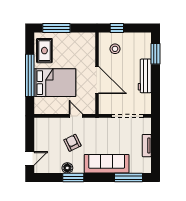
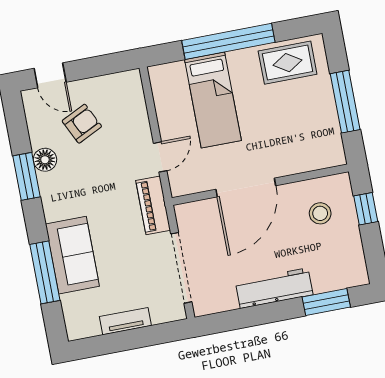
window: (56, 28) -> (345, 102), moved
bed: (55, 83) -> (213, 100), width x0.67
piano: (97, 123) -> (153, 205), added
armchair: (72, 143) -> (82, 124), moved
sofa: (107, 164) -> (72, 255), width x0.73
window: (128, 178) -> (45, 272), moved

